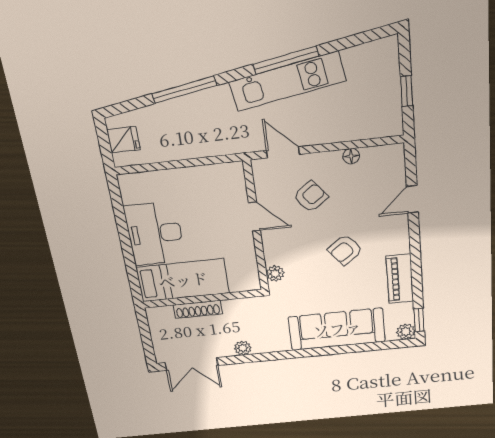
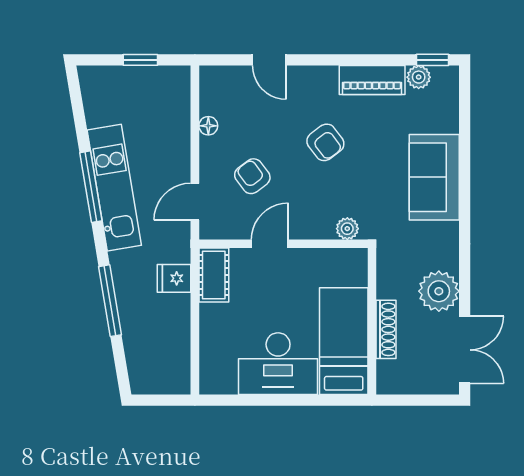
fridge: (123, 140) -> (174, 278), moved, turned -90
cot: (221, 175) -> (214, 275), added
sofa: (337, 329) -> (434, 177), width x0.73
plant: (406, 332) -> (419, 77), moved
plant: (243, 348) -> (439, 291), width x1.88, depth x1.88

